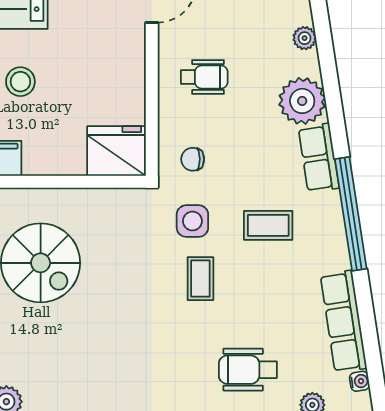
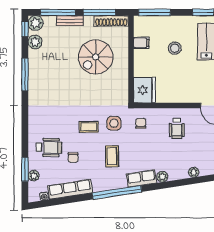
plant: (302, 101) -> (162, 177), width x0.53, depth x0.53
chair: (271, 314) -> (73, 157), added
wheelchair: (248, 370) -> (49, 147), turned 91

